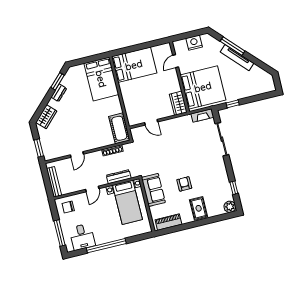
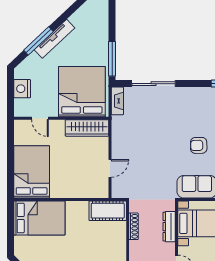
wardrobe: (178, 103) -> (87, 128), width x1.50
window: (233, 104) -> (112, 59), width x2.17

